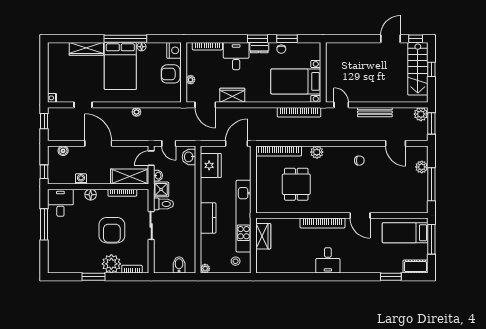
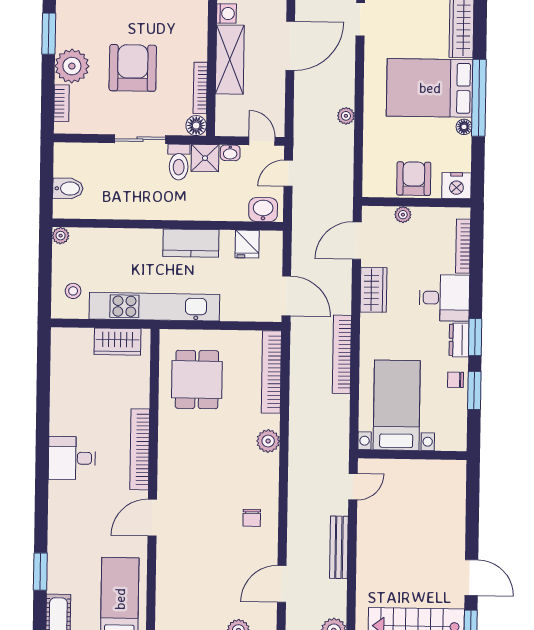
bookcase: (299, 112) -> (342, 354), moved
fridge: (211, 165) -> (247, 244), width x0.53, depth x0.75
shelving: (130, 177) -> (230, 60), moved
dining table: (296, 184) -> (197, 380), moved, turned 90
floor lamp: (91, 195) -> (196, 126), moved
kitchen counter: (208, 218) -> (191, 243), moved
armchair: (112, 230) -> (133, 68), turned 90

